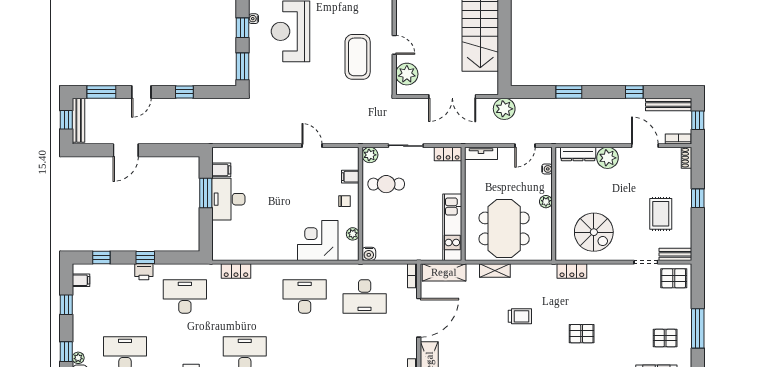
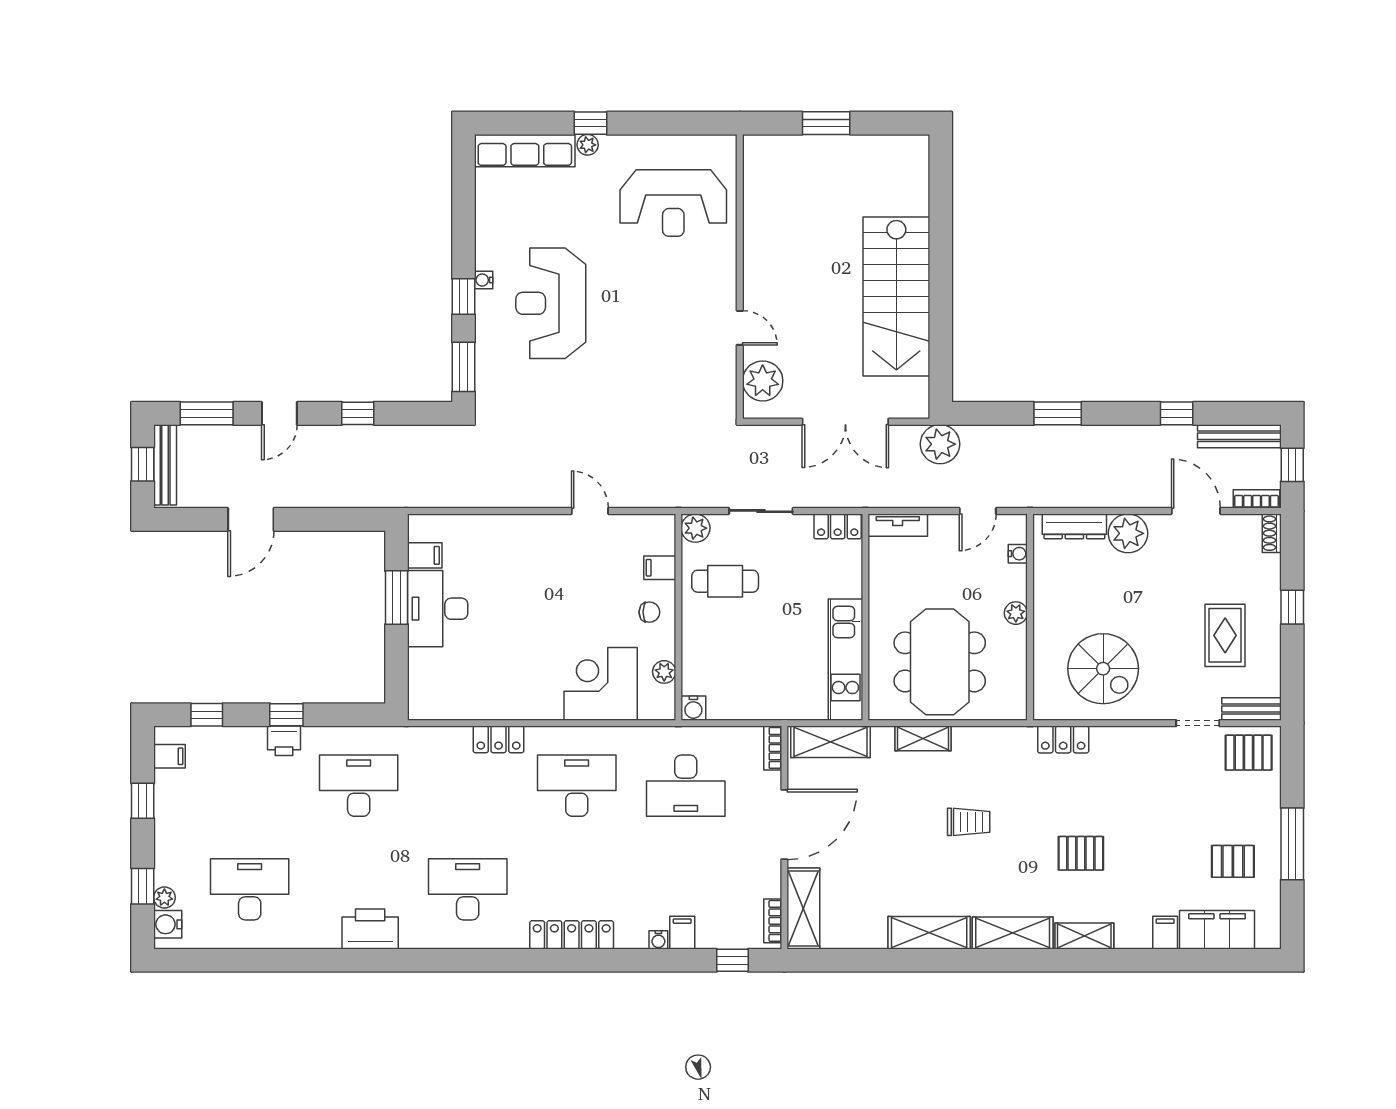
coffee table: (358, 57) -> (673, 350), removed
locker: (236, 271) -> (499, 739), moved

